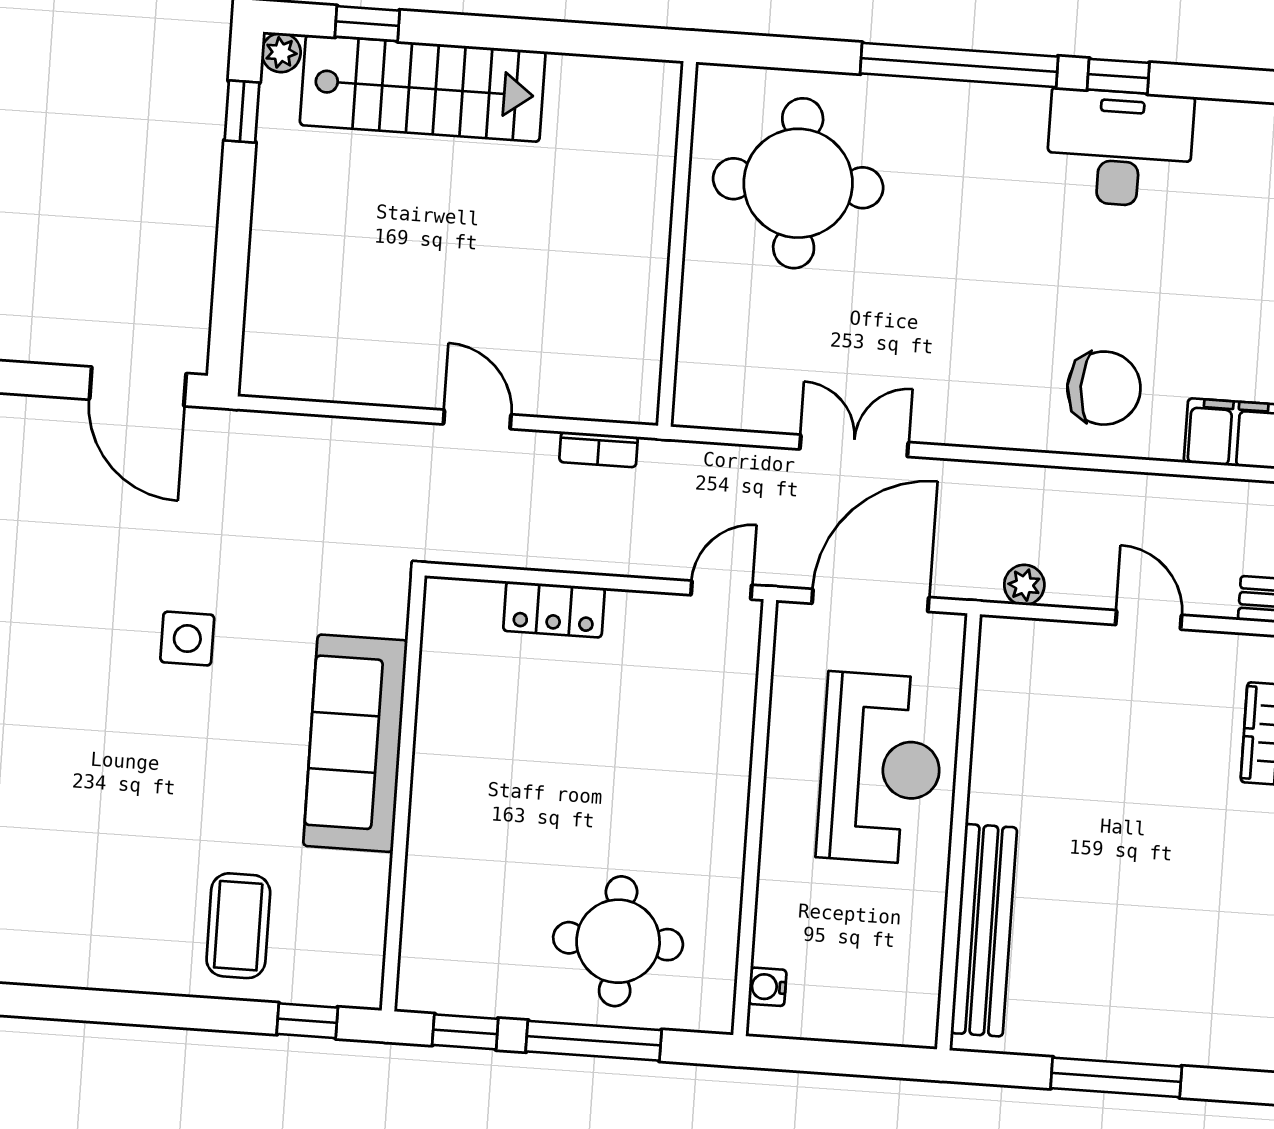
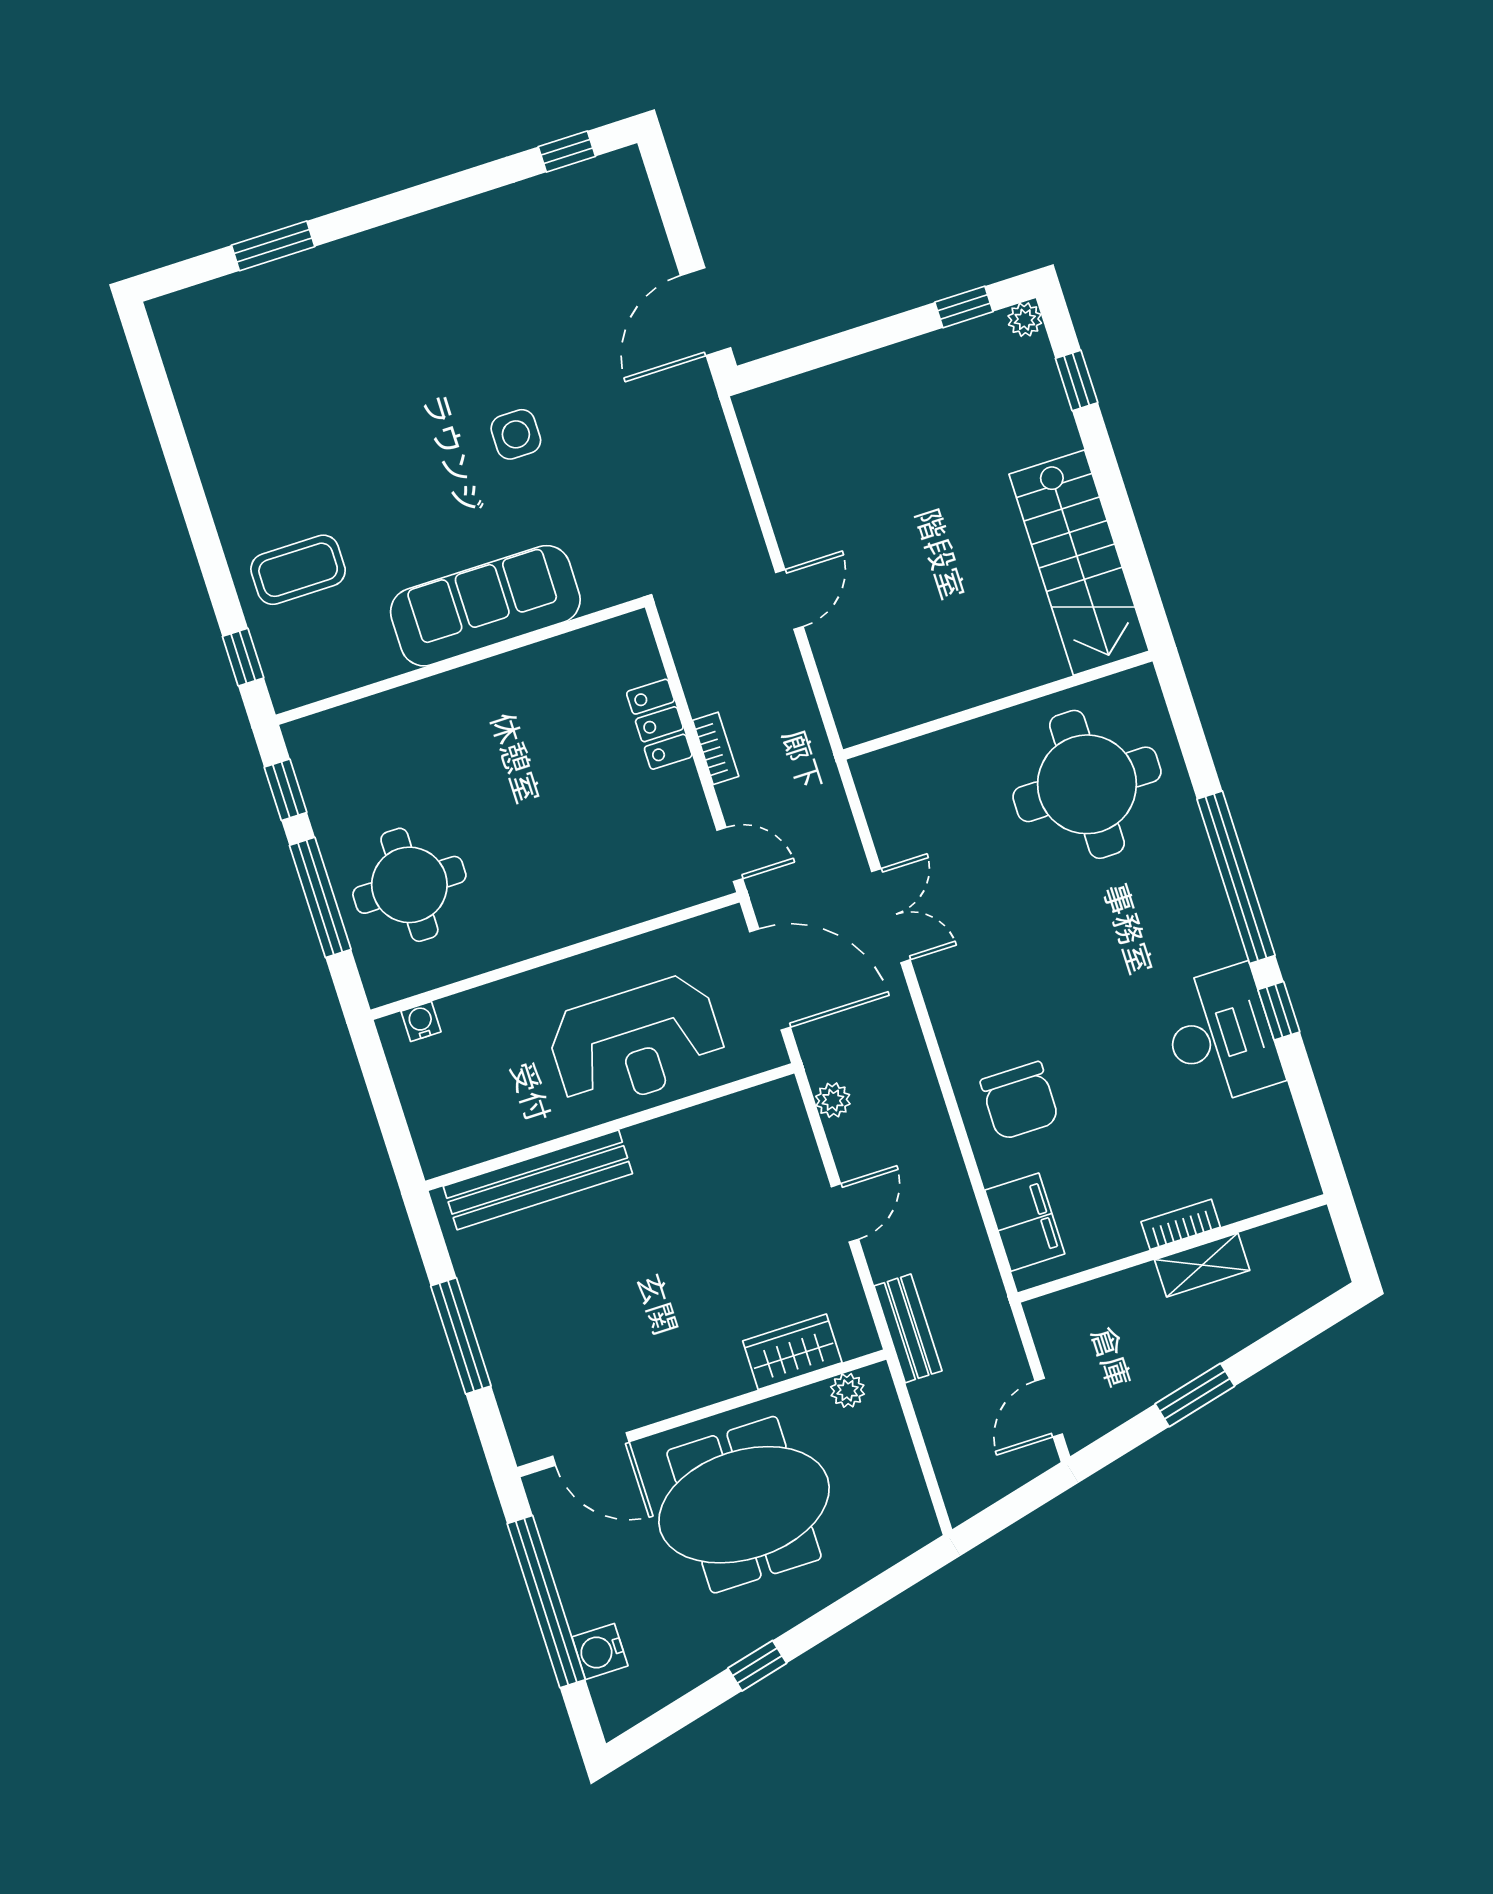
stairs: (423, 88) -> (1079, 563), moved
bookcase: (599, 449) -> (716, 748), moved, turned 180

